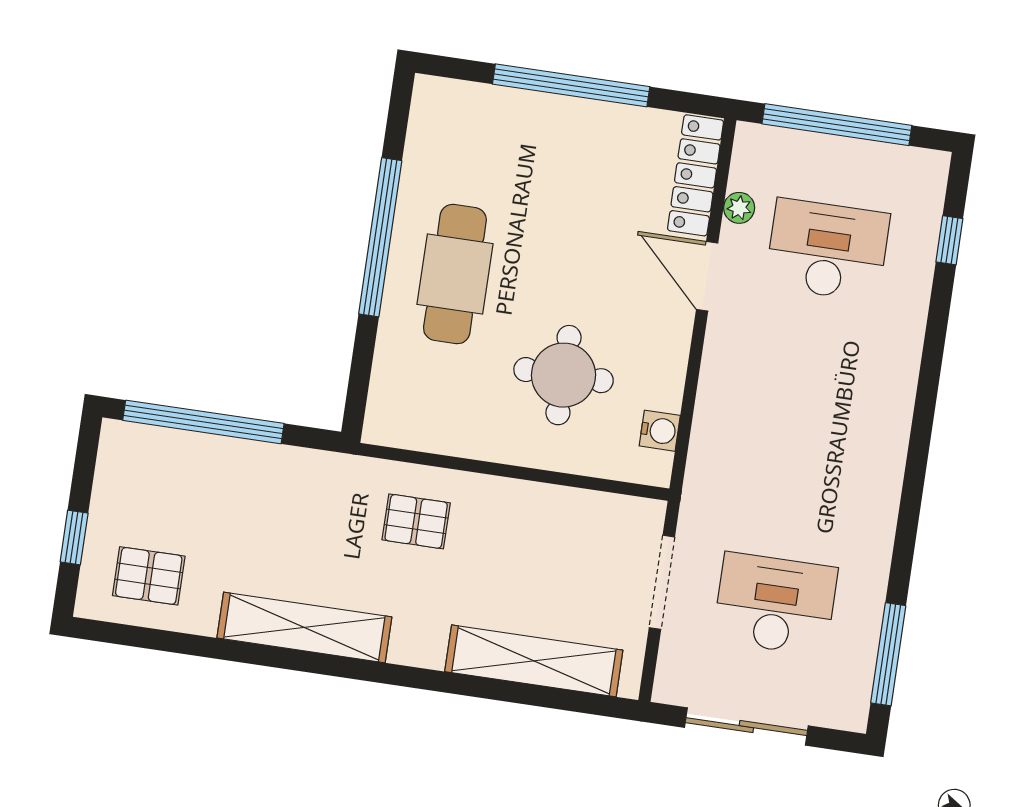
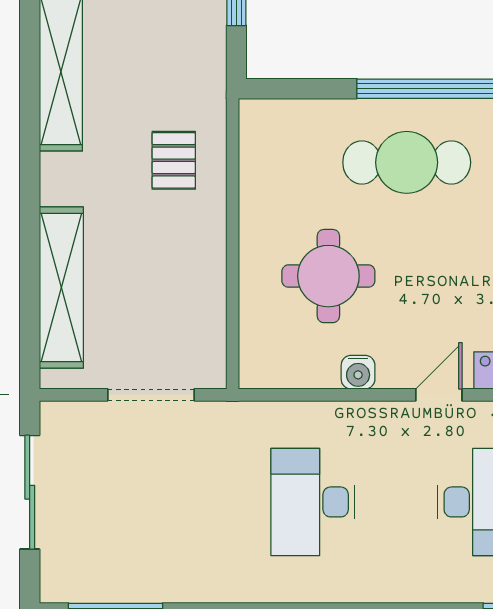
door: (707, 276) -> (439, 395), width x0.73
water cooler: (660, 431) -> (358, 372), moved
desk: (775, 604) -> (313, 502), moved, turned 180

